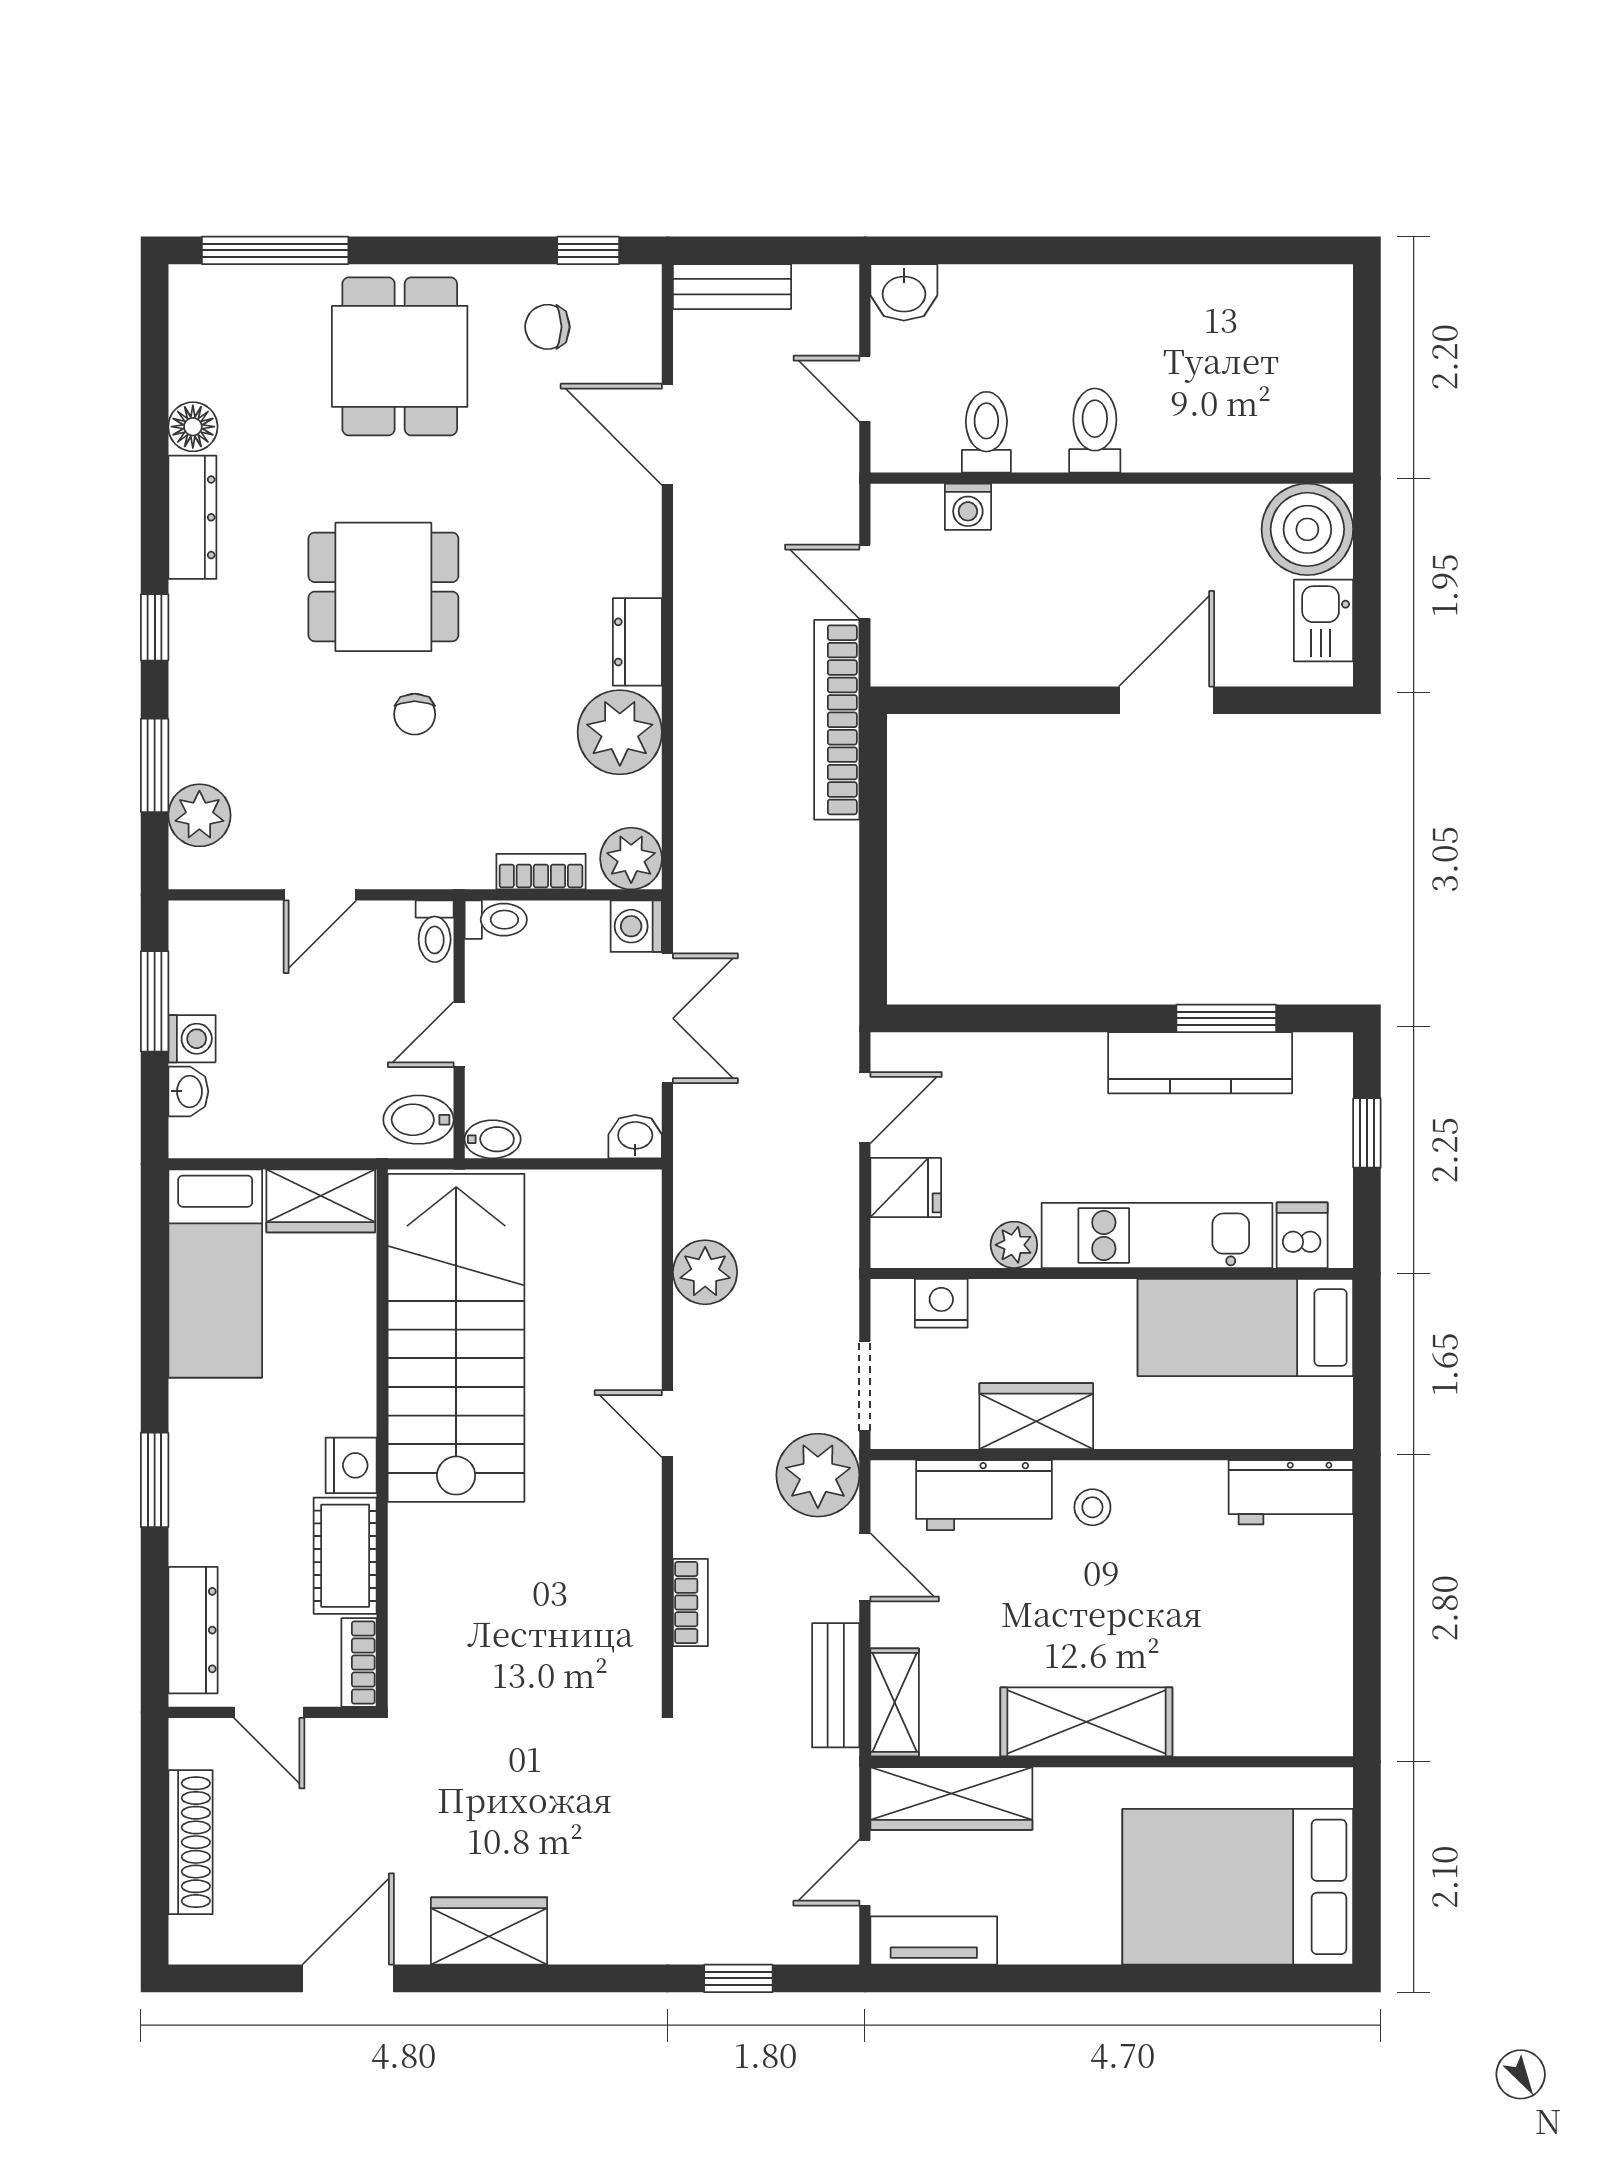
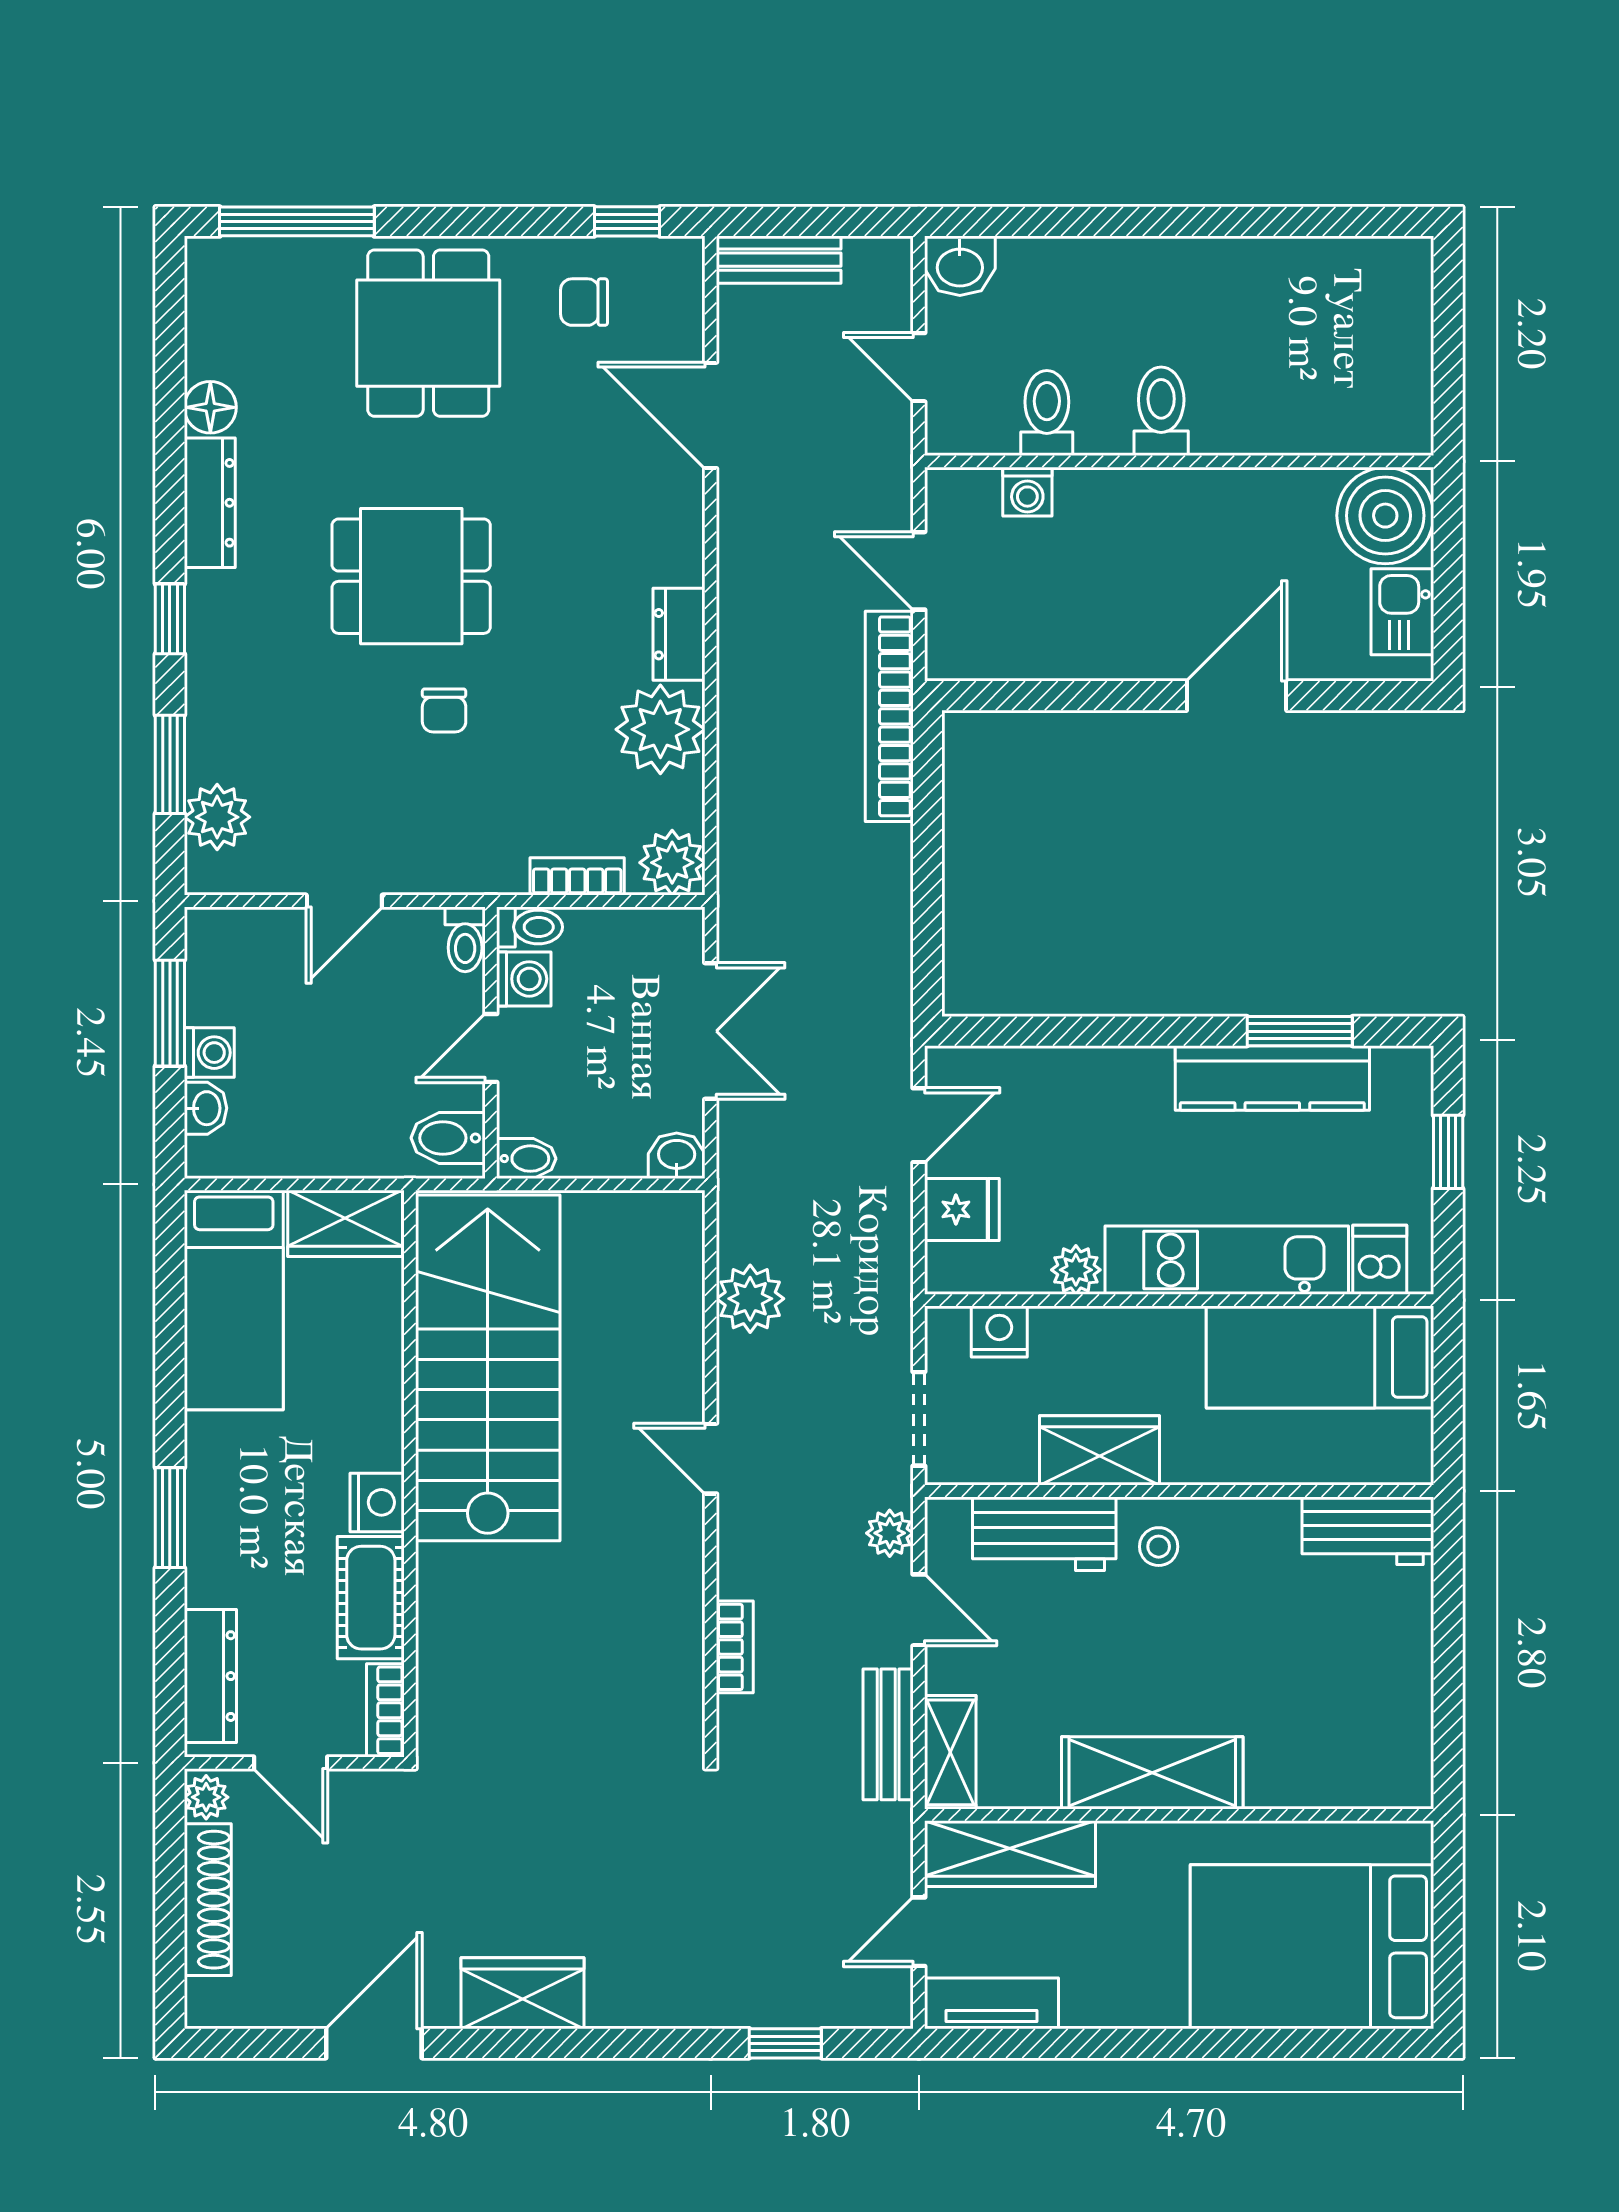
washing machine: (636, 926) -> (524, 979), moved, turned 180
plant: (818, 1475) -> (890, 1533), width x0.53, depth x0.53
plant: (189, 1745) -> (206, 1797), added

